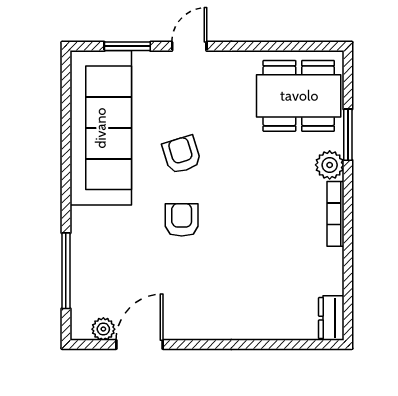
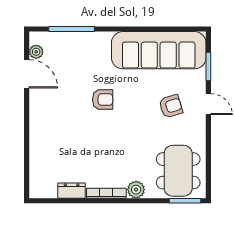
window: (348, 135) -> (185, 201), moved
armchair: (182, 155) -> (171, 106), moved
dresser: (331, 318) -> (72, 191), moved

